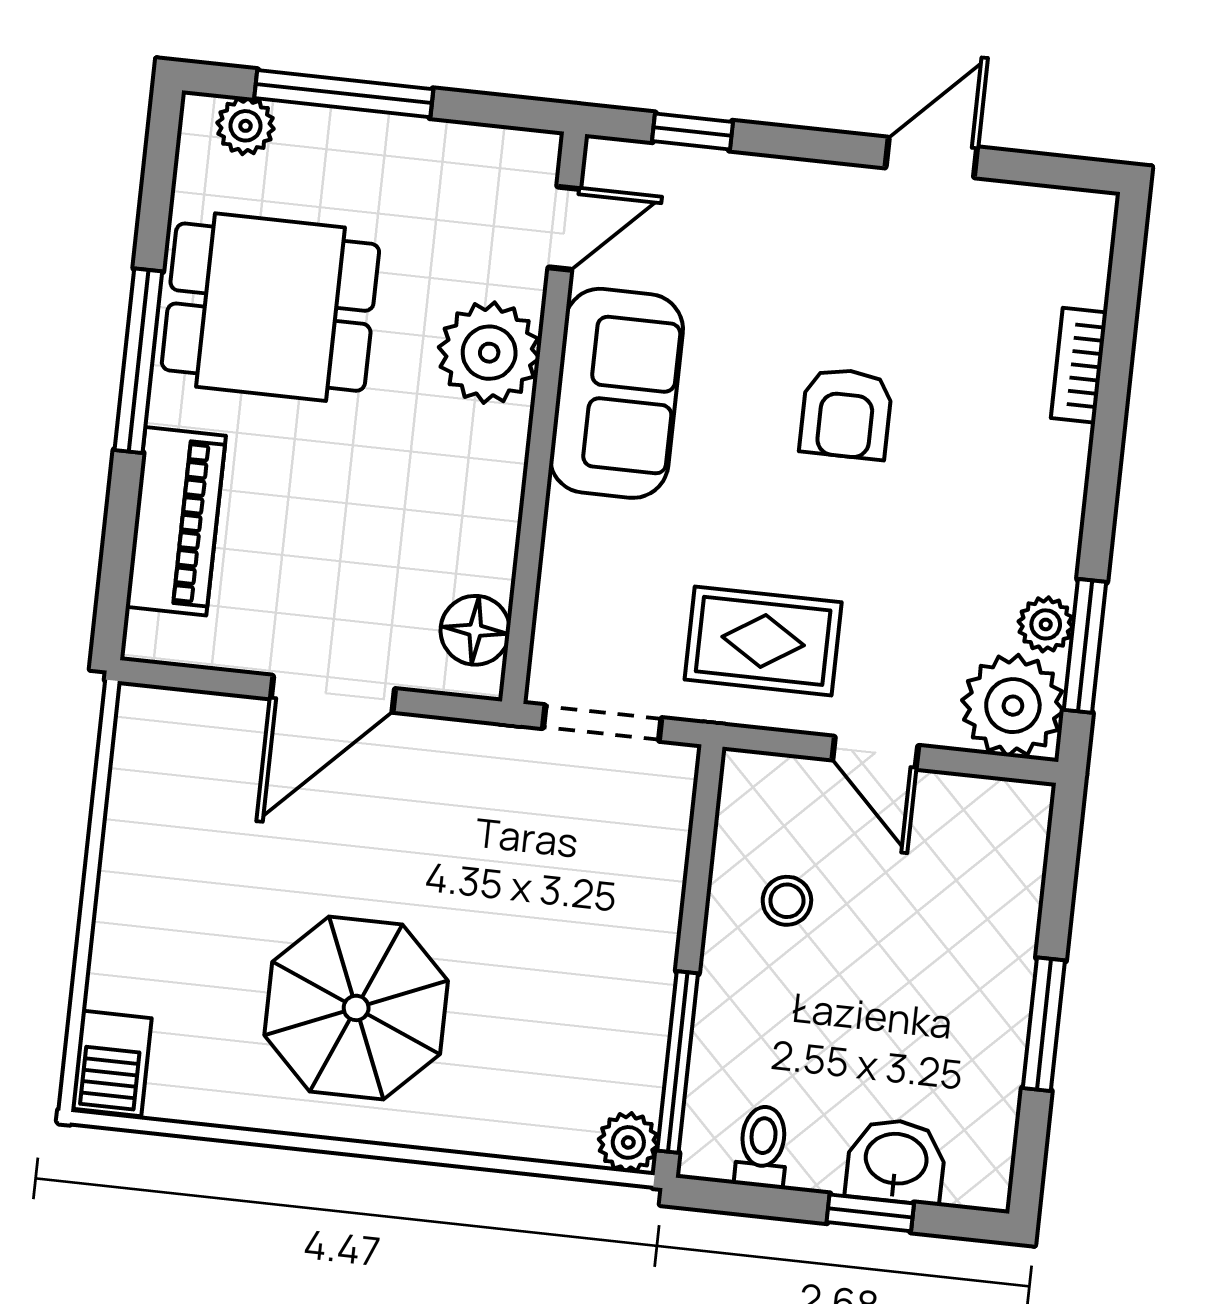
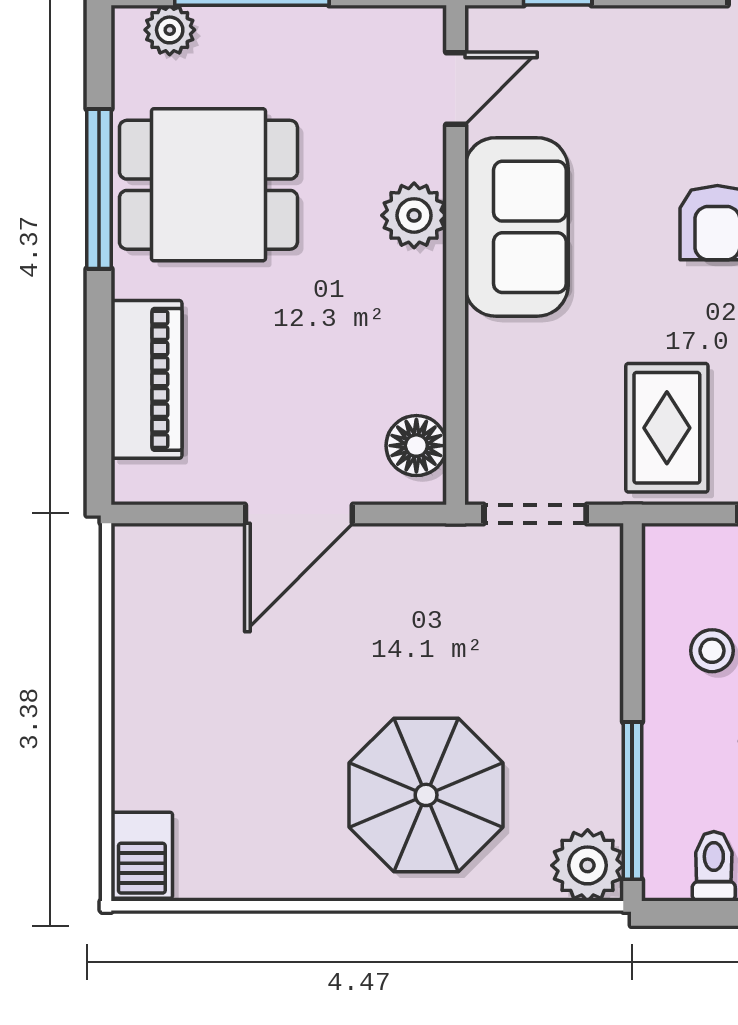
plant: (489, 353) -> (414, 215), width x0.73, depth x0.73
window: (138, 361) -> (99, 189), moved
rug: (763, 641) -> (667, 428), turned 90
parasol: (356, 1008) -> (426, 795), moved
plant: (628, 1142) -> (588, 865), width x1.38, depth x1.38

